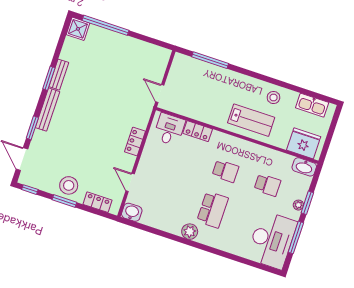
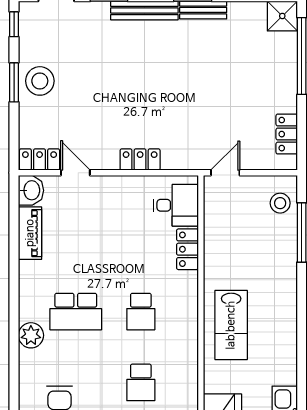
locker: (149, 50) -> (287, 134), added
stool: (273, 98) -> (280, 203), moved
door: (130, 182) -> (75, 173), hinge flipped
locker: (98, 202) -> (40, 159), moved, turned -90
piano: (157, 221) -> (30, 233), added
plant: (190, 232) -> (31, 335), moved

